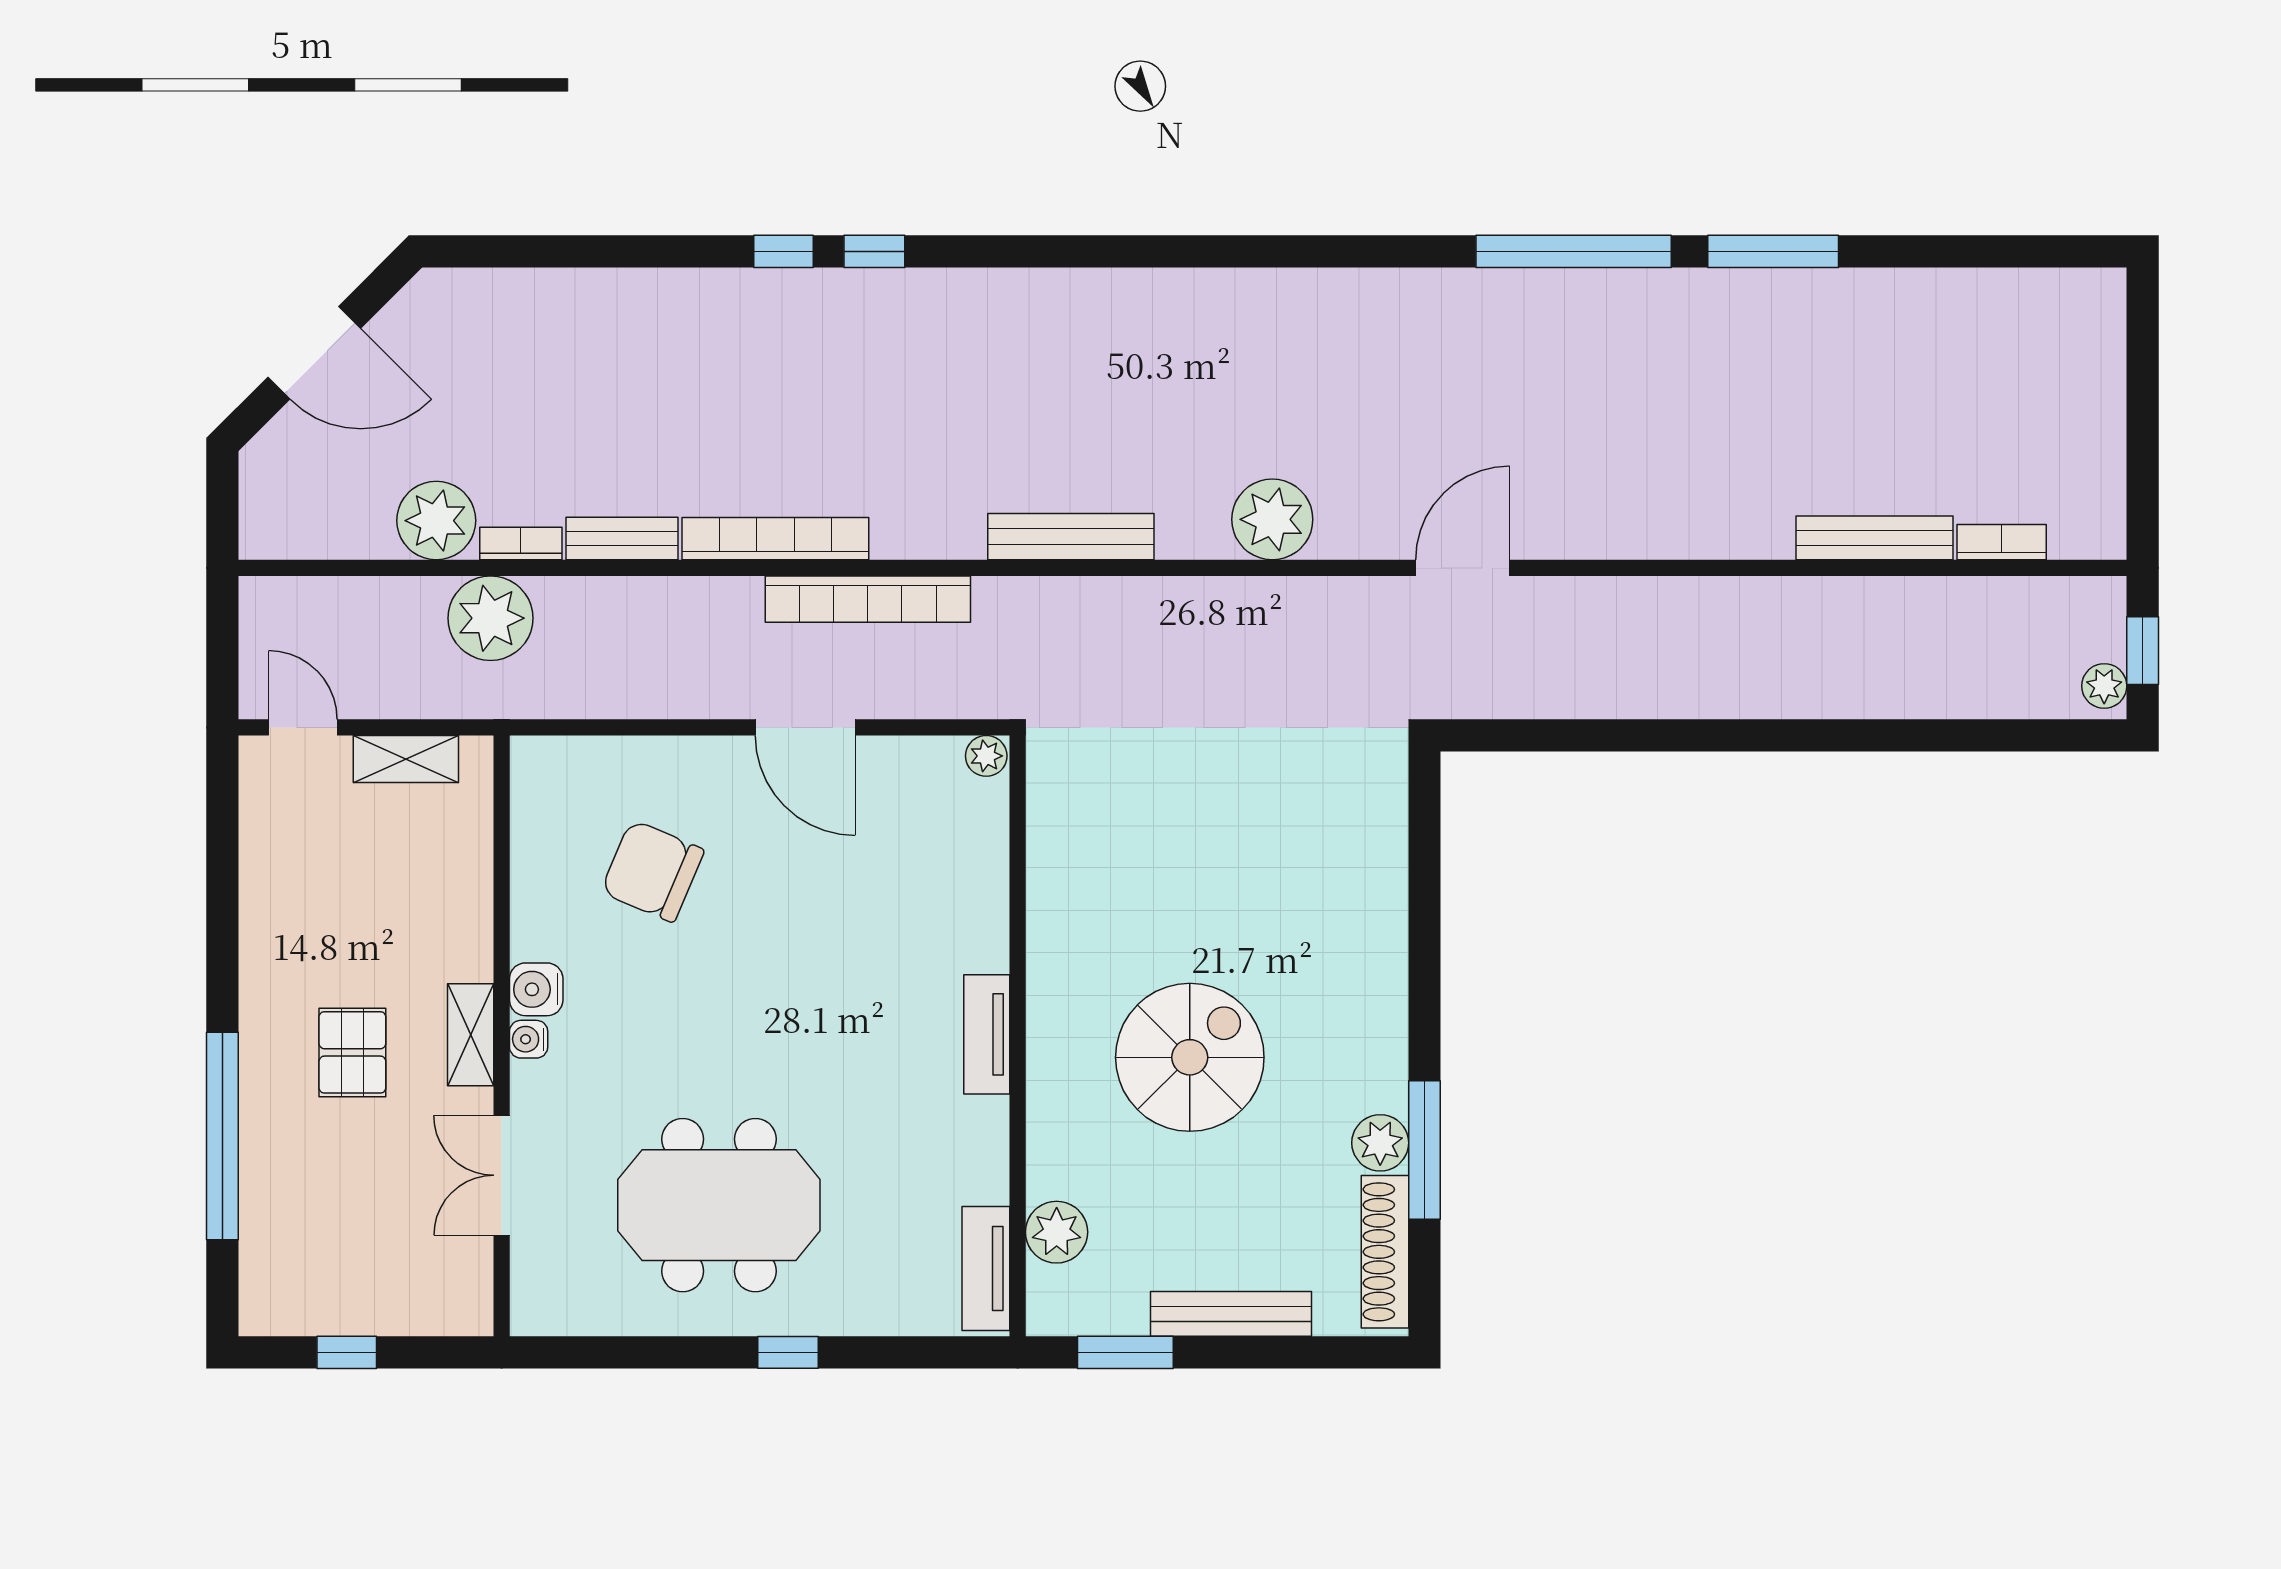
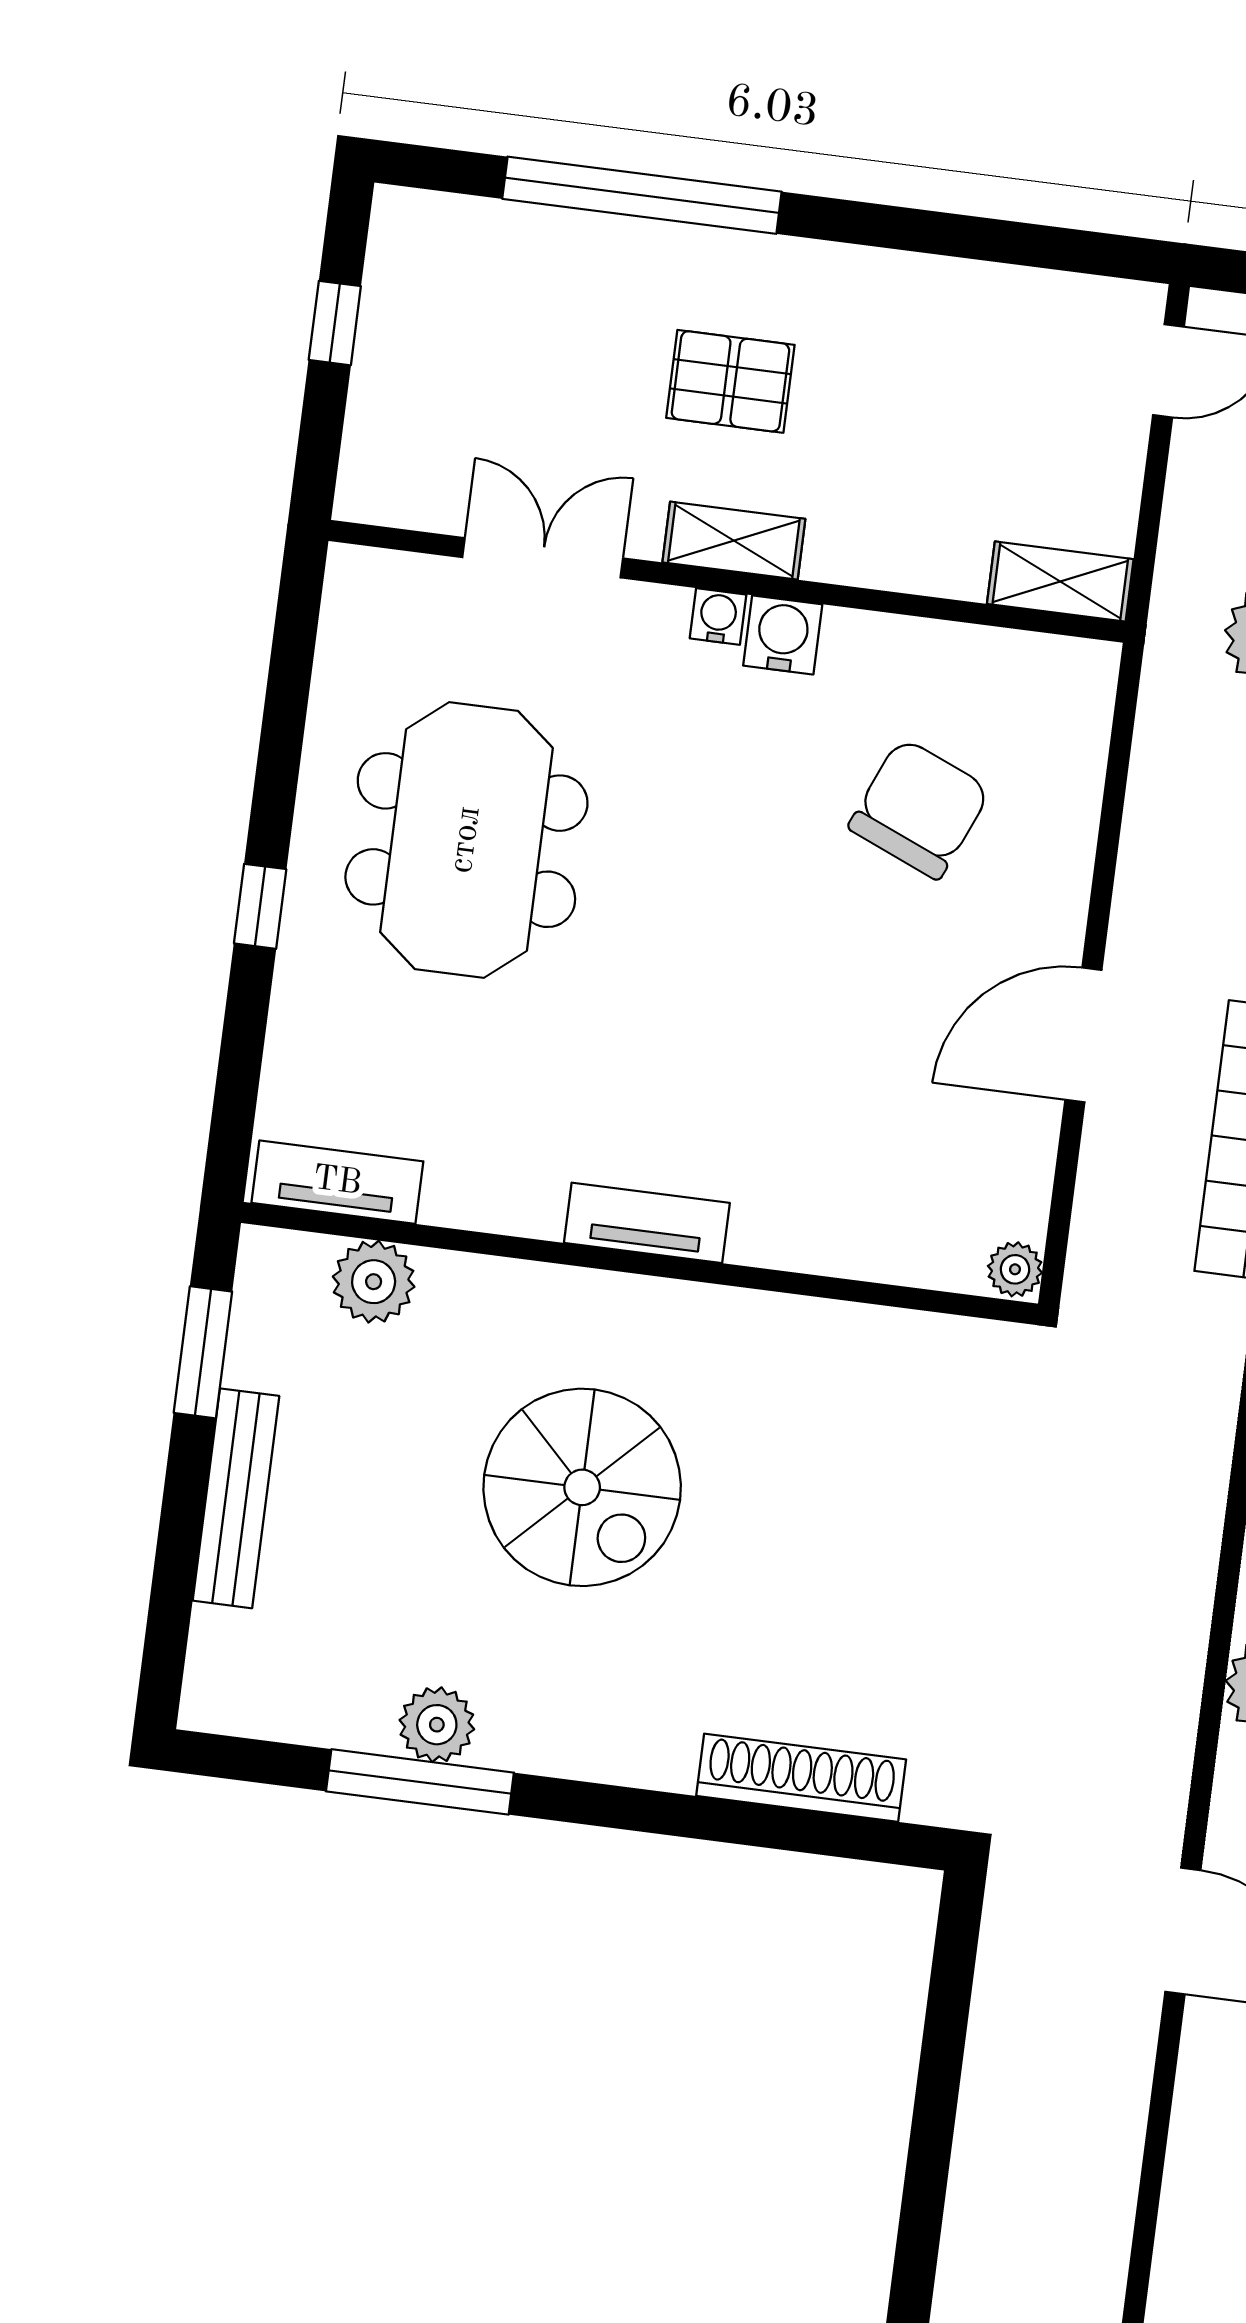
shelving: (406, 759) -> (1060, 582), moved, turned 90
shoe rack: (1385, 1252) -> (801, 1778), moved

